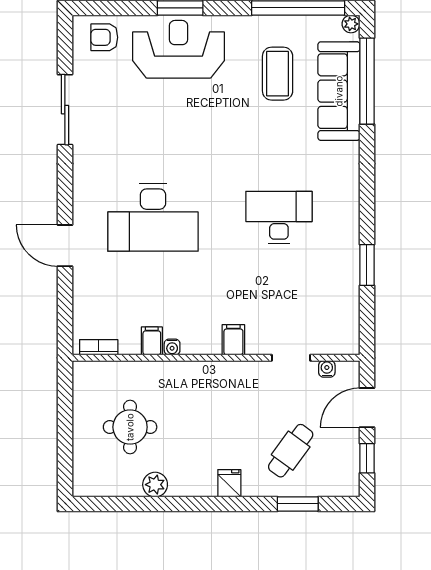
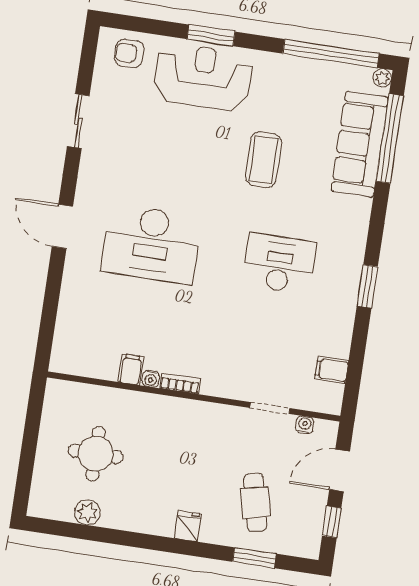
coffee table: (278, 74) -> (263, 160), moved
sliding door: (65, 110) -> (78, 121), width x0.73
door: (65, 246) -> (62, 226), moved
window: (367, 265) -> (367, 286), moved
filing cabinet: (233, 340) -> (332, 370), moved, turned -90
bookcase: (99, 347) -> (180, 384), moved
cafe table: (291, 451) -> (255, 502), turned -49
plant: (155, 485) -> (87, 512), moved

